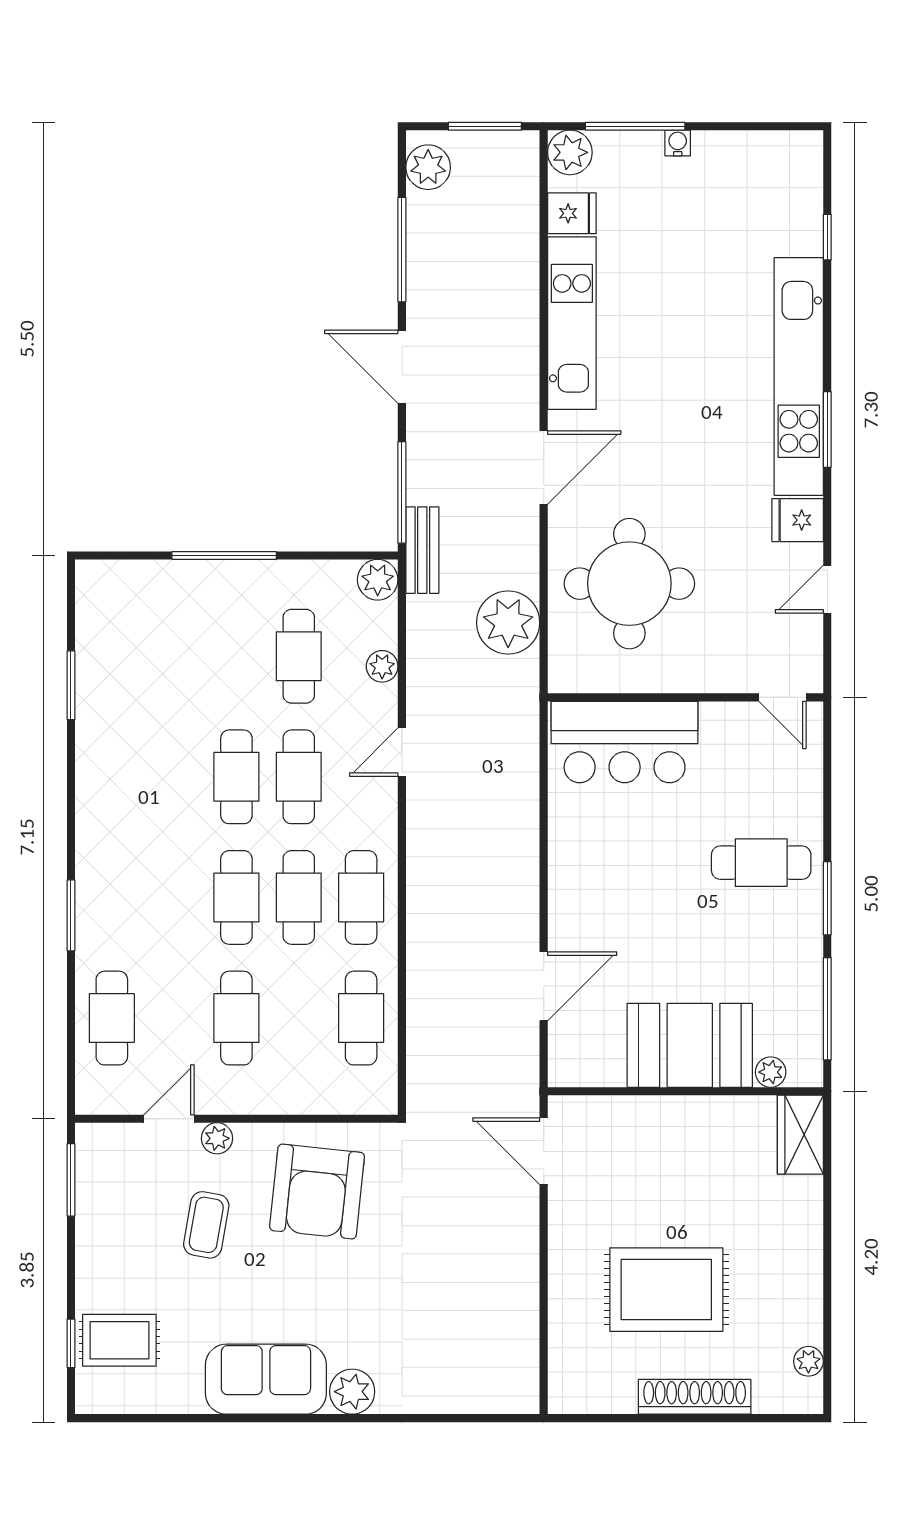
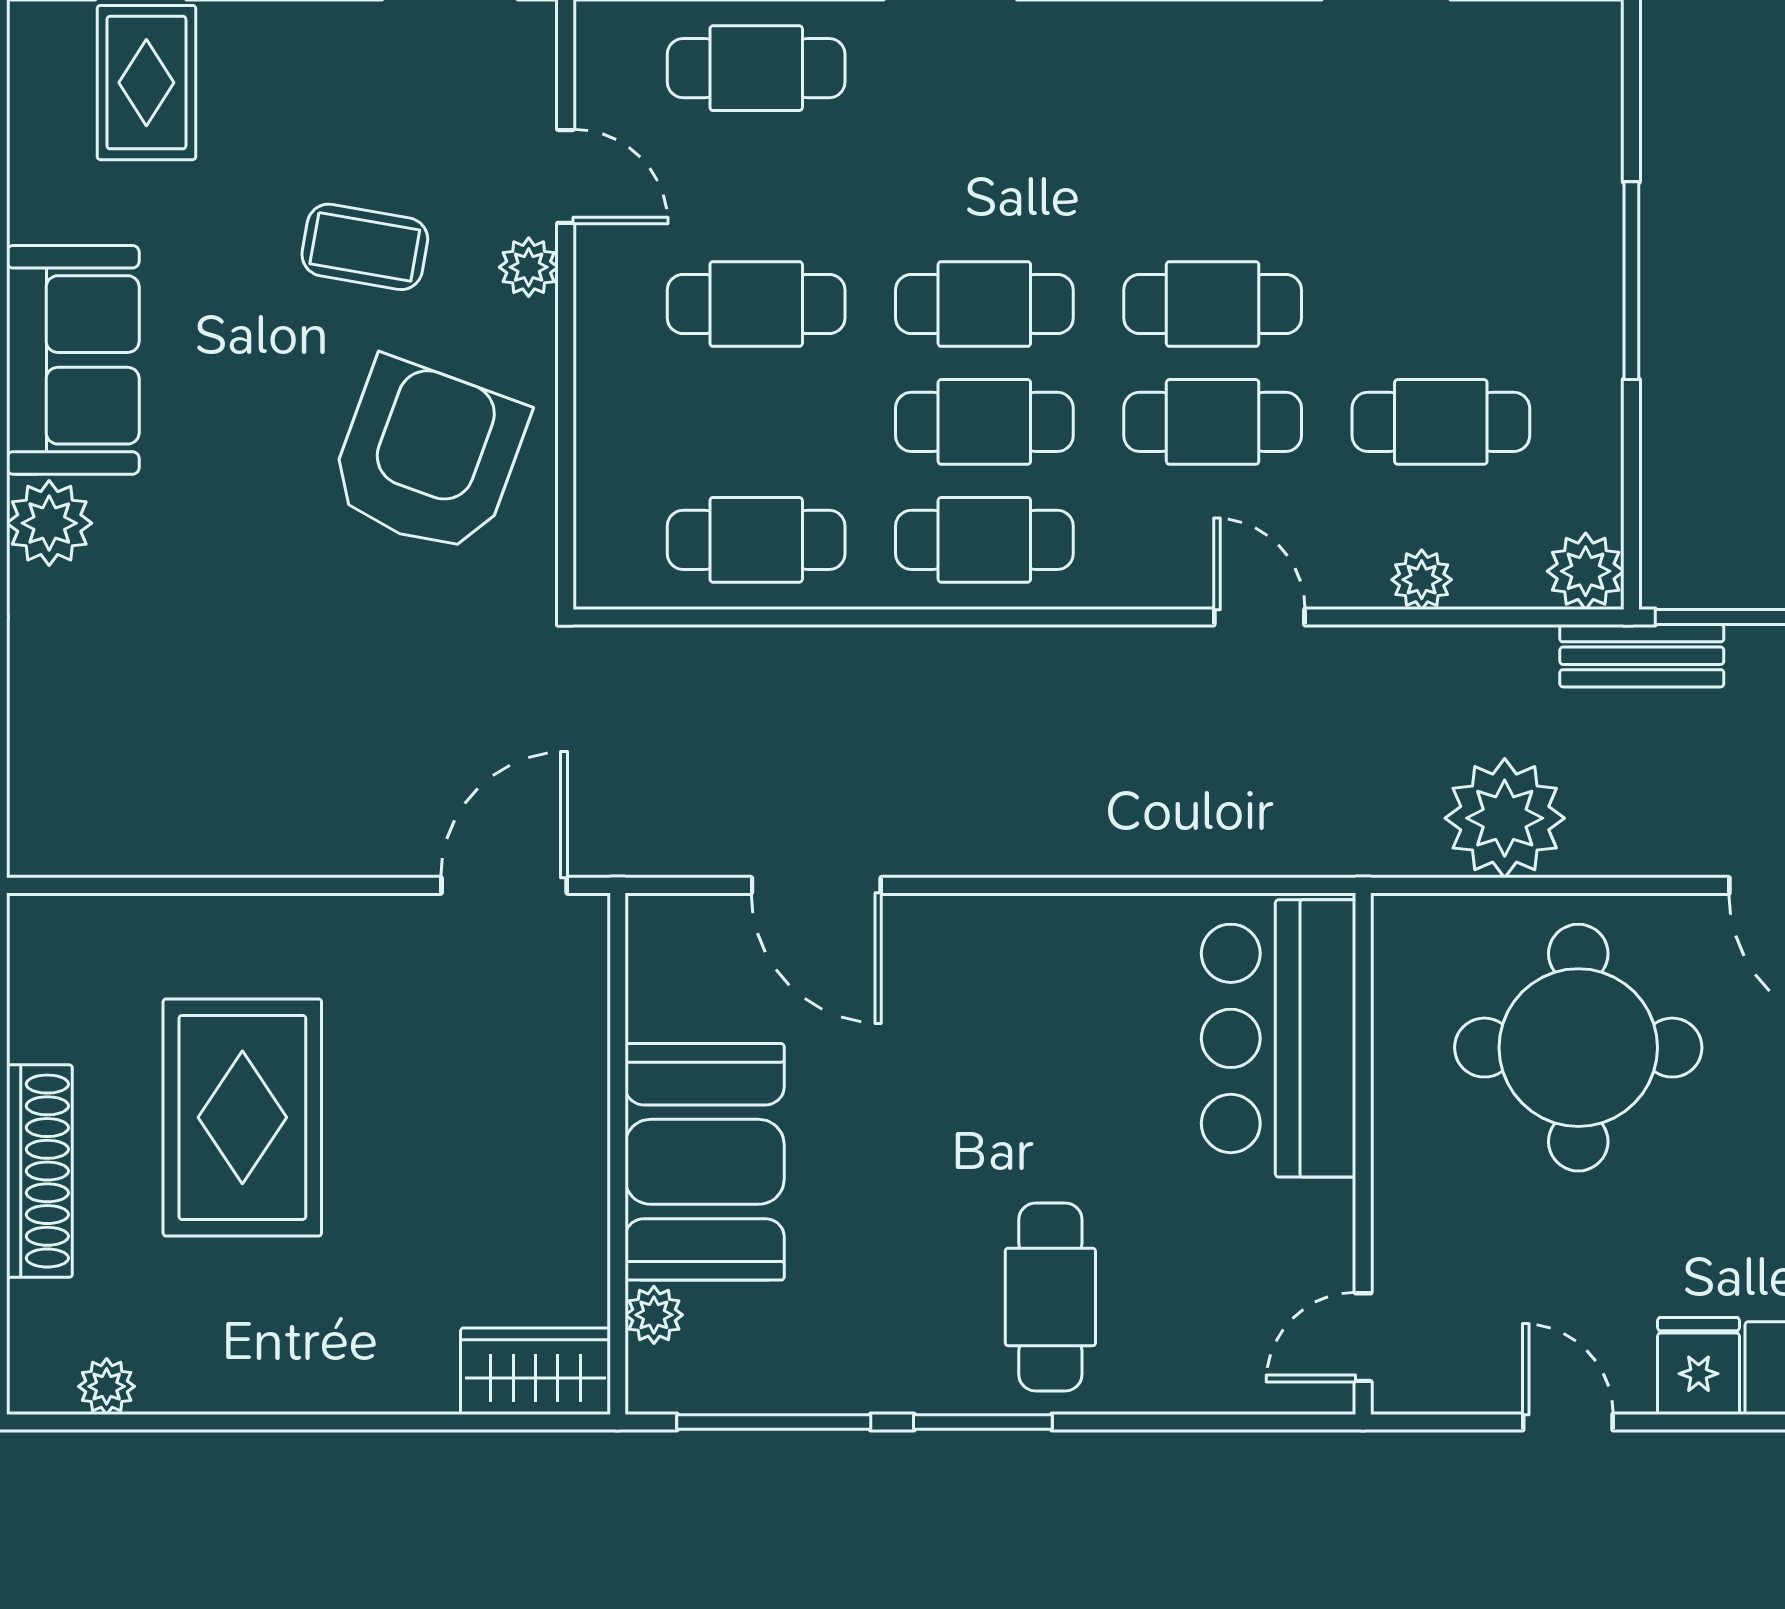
armchair: (317, 1192) -> (428, 457), turned 104

